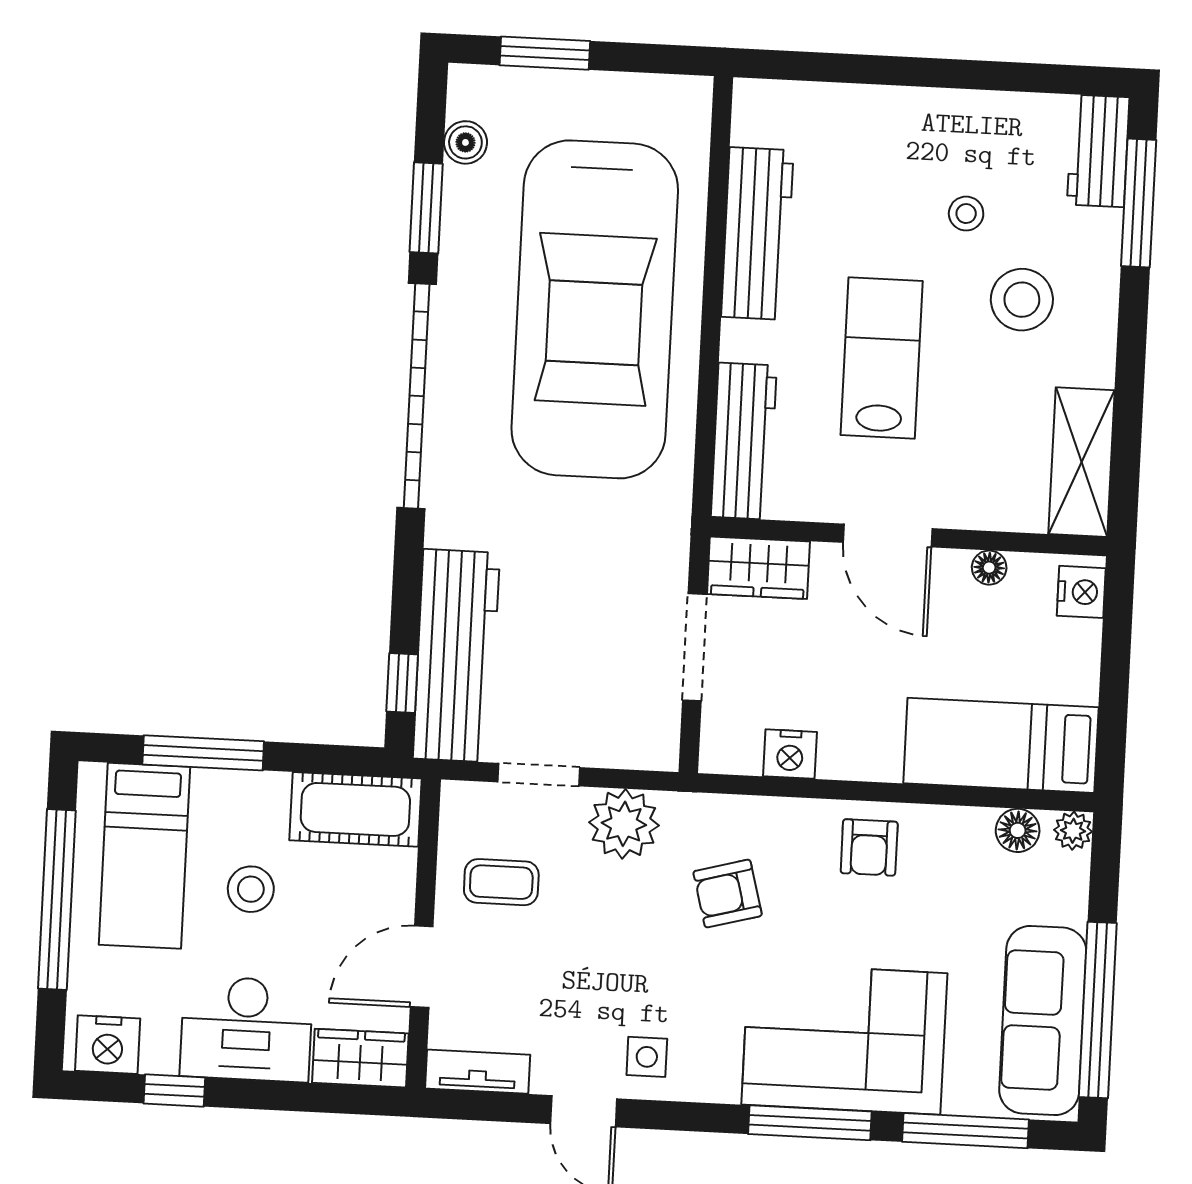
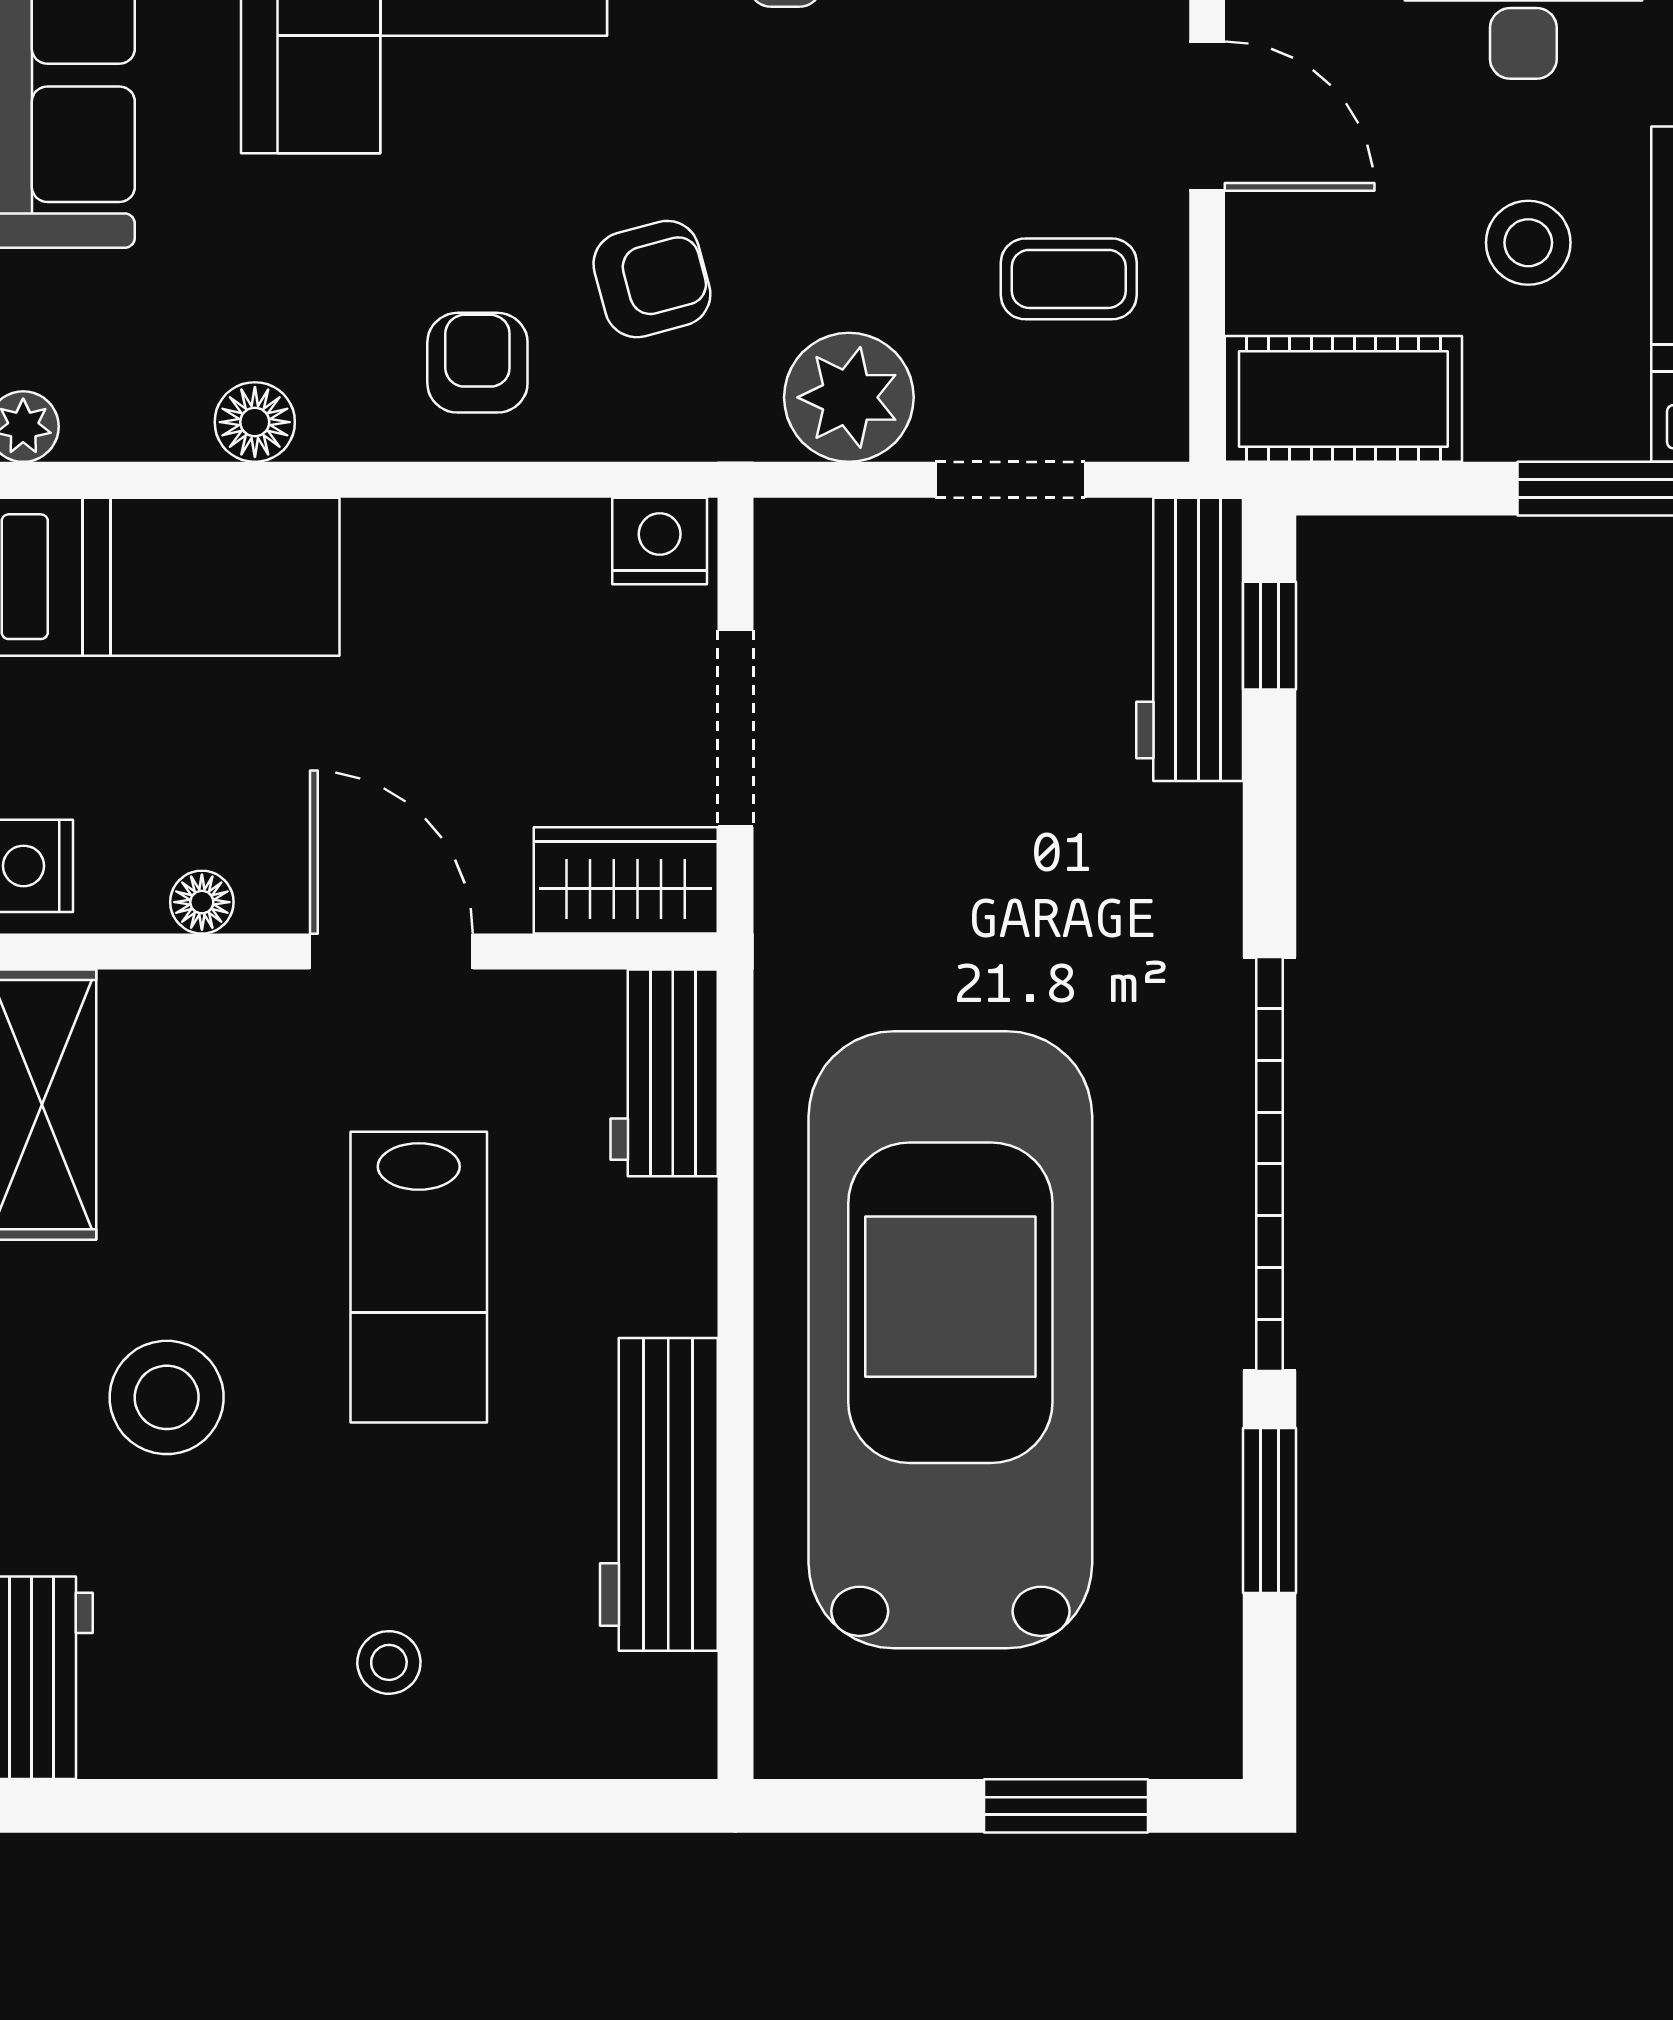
boiler: (465, 142) -> (1203, 1634), removed
stool: (966, 214) -> (389, 1662), moved
workbench: (744, 441) -> (664, 1073), width x0.73
workbench: (456, 656) -> (1190, 639), width x0.73, depth x0.76
nightstand: (790, 754) -> (660, 541), moved
floor lamp: (1018, 830) -> (255, 422), moved
armchair: (869, 847) -> (477, 363), moved
door: (422, 967) -> (1207, 116), hinge flipped

